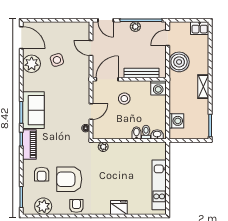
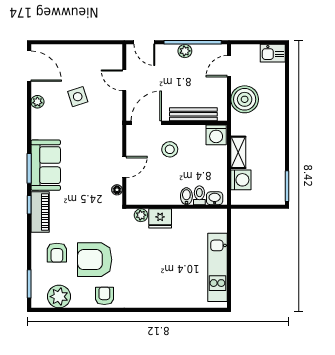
plant: (32, 64) -> (37, 102), width x0.53, depth x0.53
shelving: (203, 87) -> (238, 152), moved
fridge: (119, 208) -> (160, 218), moved, turned 180

